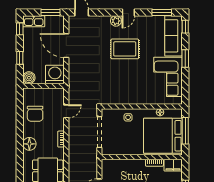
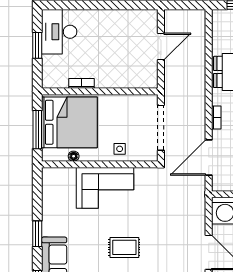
rug: (125, 49) -> (124, 247), width x0.73, depth x0.70
corner sofa: (168, 77) -> (105, 188), moved, turned 90
door: (66, 111) -> (209, 158), width x1.88
filing cabinet: (173, 165) -> (55, 80), removed

